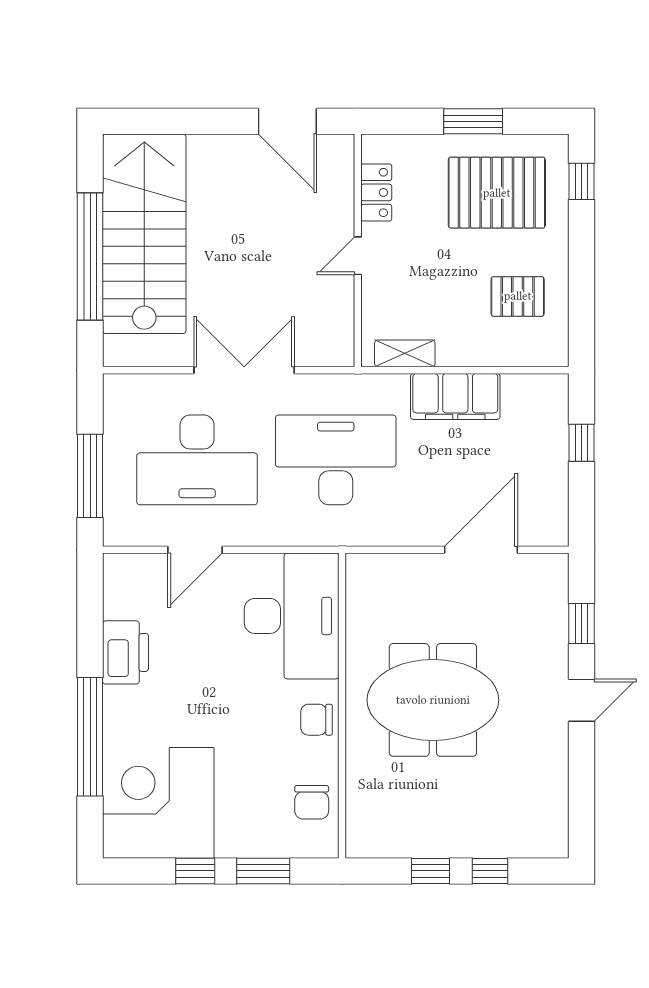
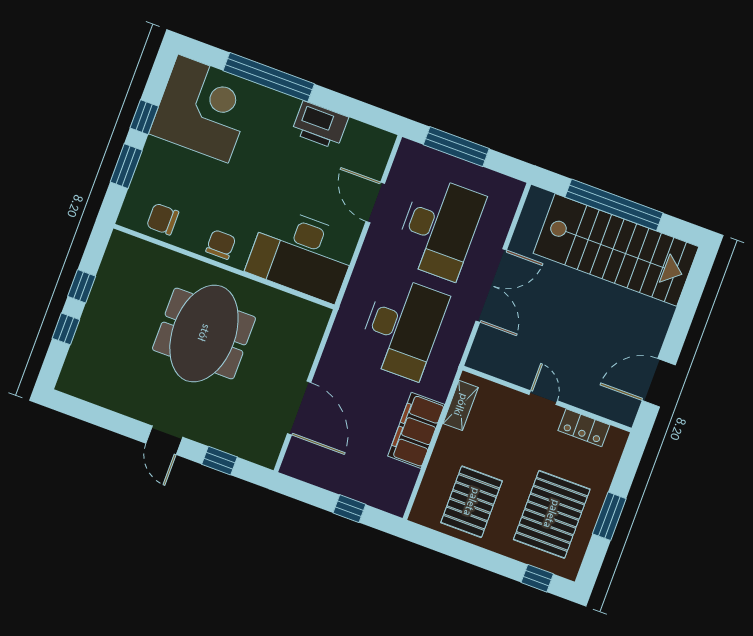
pallet: (518, 296) -> (472, 502), width x1.50, depth x1.42
desk: (197, 460) -> (439, 228), turned 180

